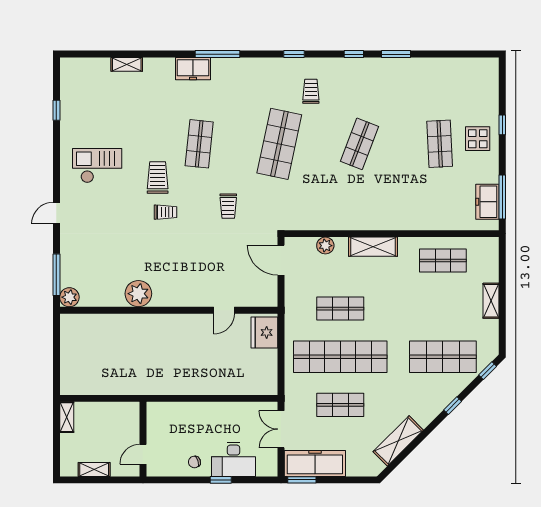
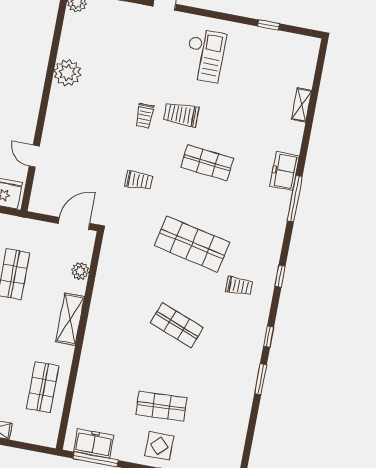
trolley: (158, 178) -> (181, 114), turned 180
trolley: (228, 206) -> (139, 180), turned 180

